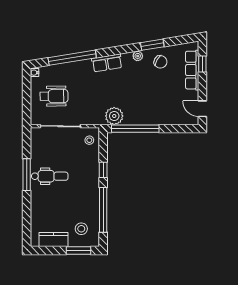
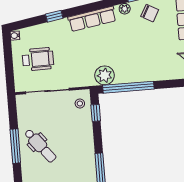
window: (72, 58) -> (54, 16), width x0.32
row of seats: (107, 63) -> (92, 19), width x1.48
window: (103, 170) -> (96, 113), moved
dental chair: (50, 176) -> (40, 146), turned 52

